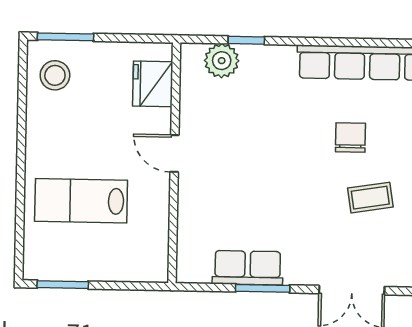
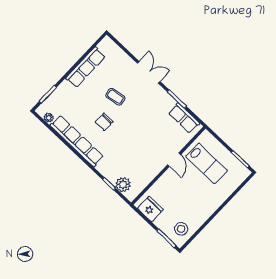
fridge: (153, 84) -> (150, 209), moved, turned -90
door: (174, 154) -> (174, 160), moved
lab bench: (81, 201) -> (207, 163), moved
row of seats: (248, 268) -> (184, 118), moved

